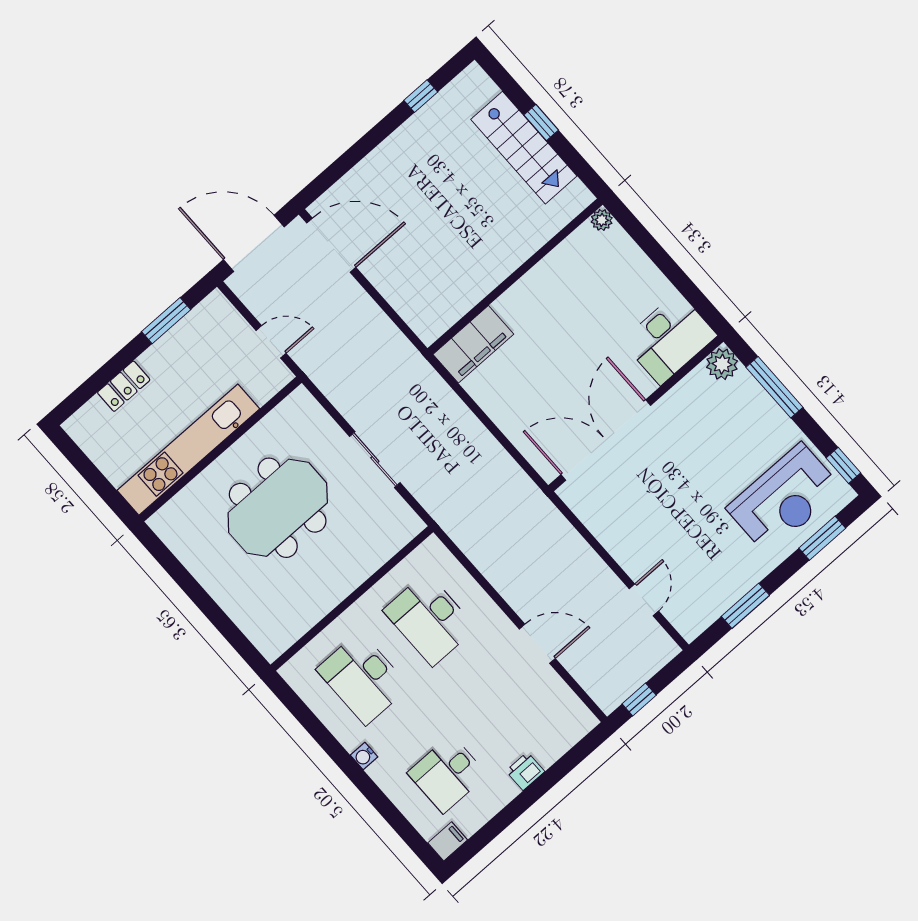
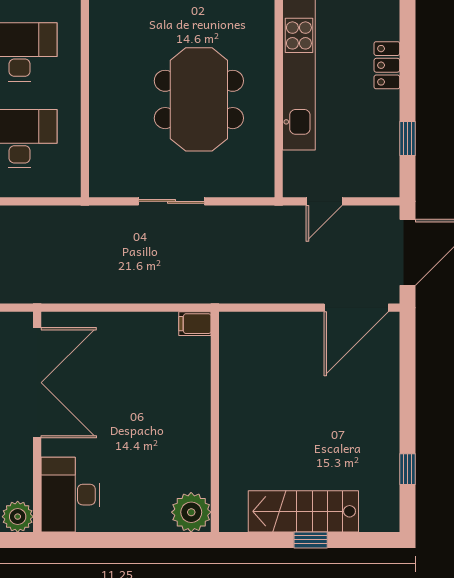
plant: (602, 220) -> (191, 512), width x1.88, depth x1.88
window: (166, 321) -> (407, 138), width x0.67
filing cabinet: (473, 344) -> (195, 324), width x0.33, depth x0.86

